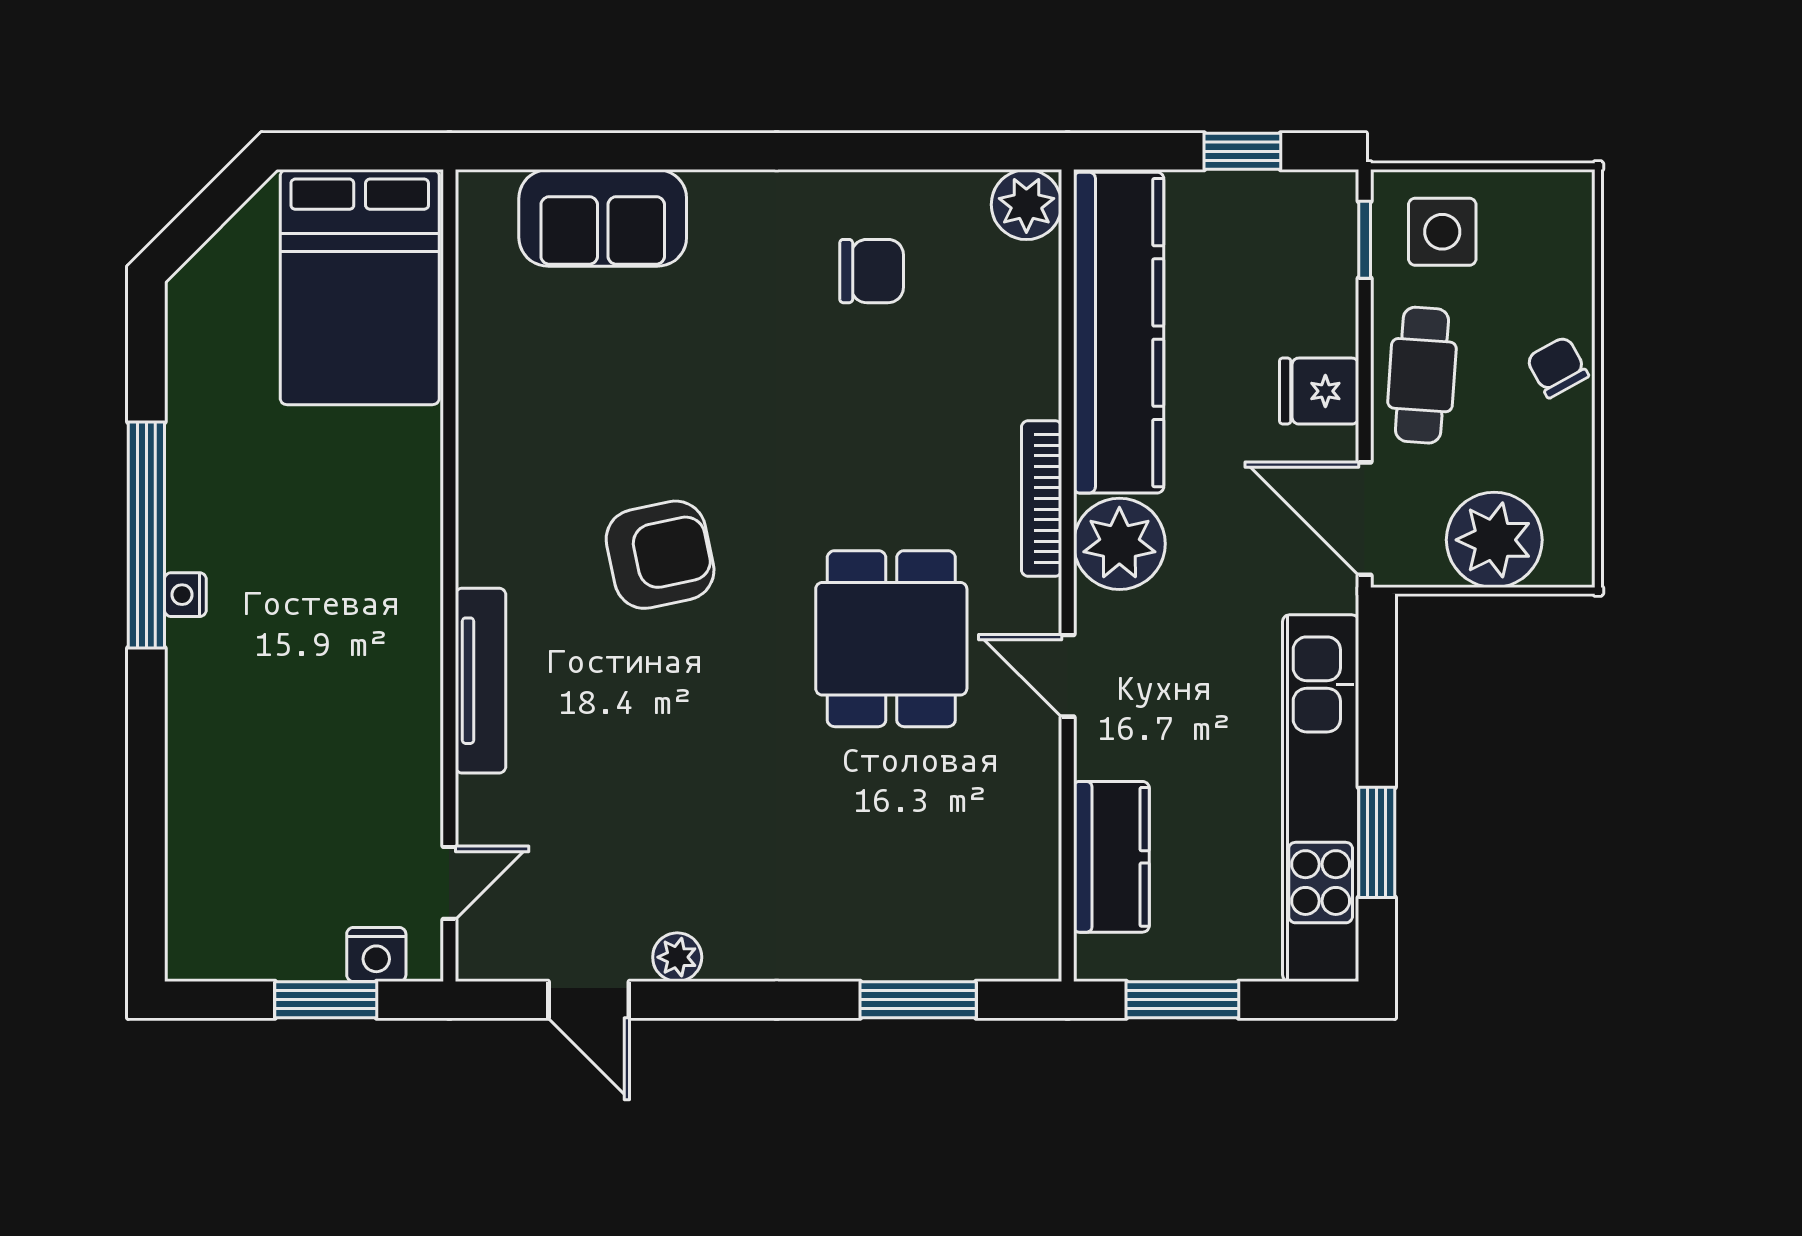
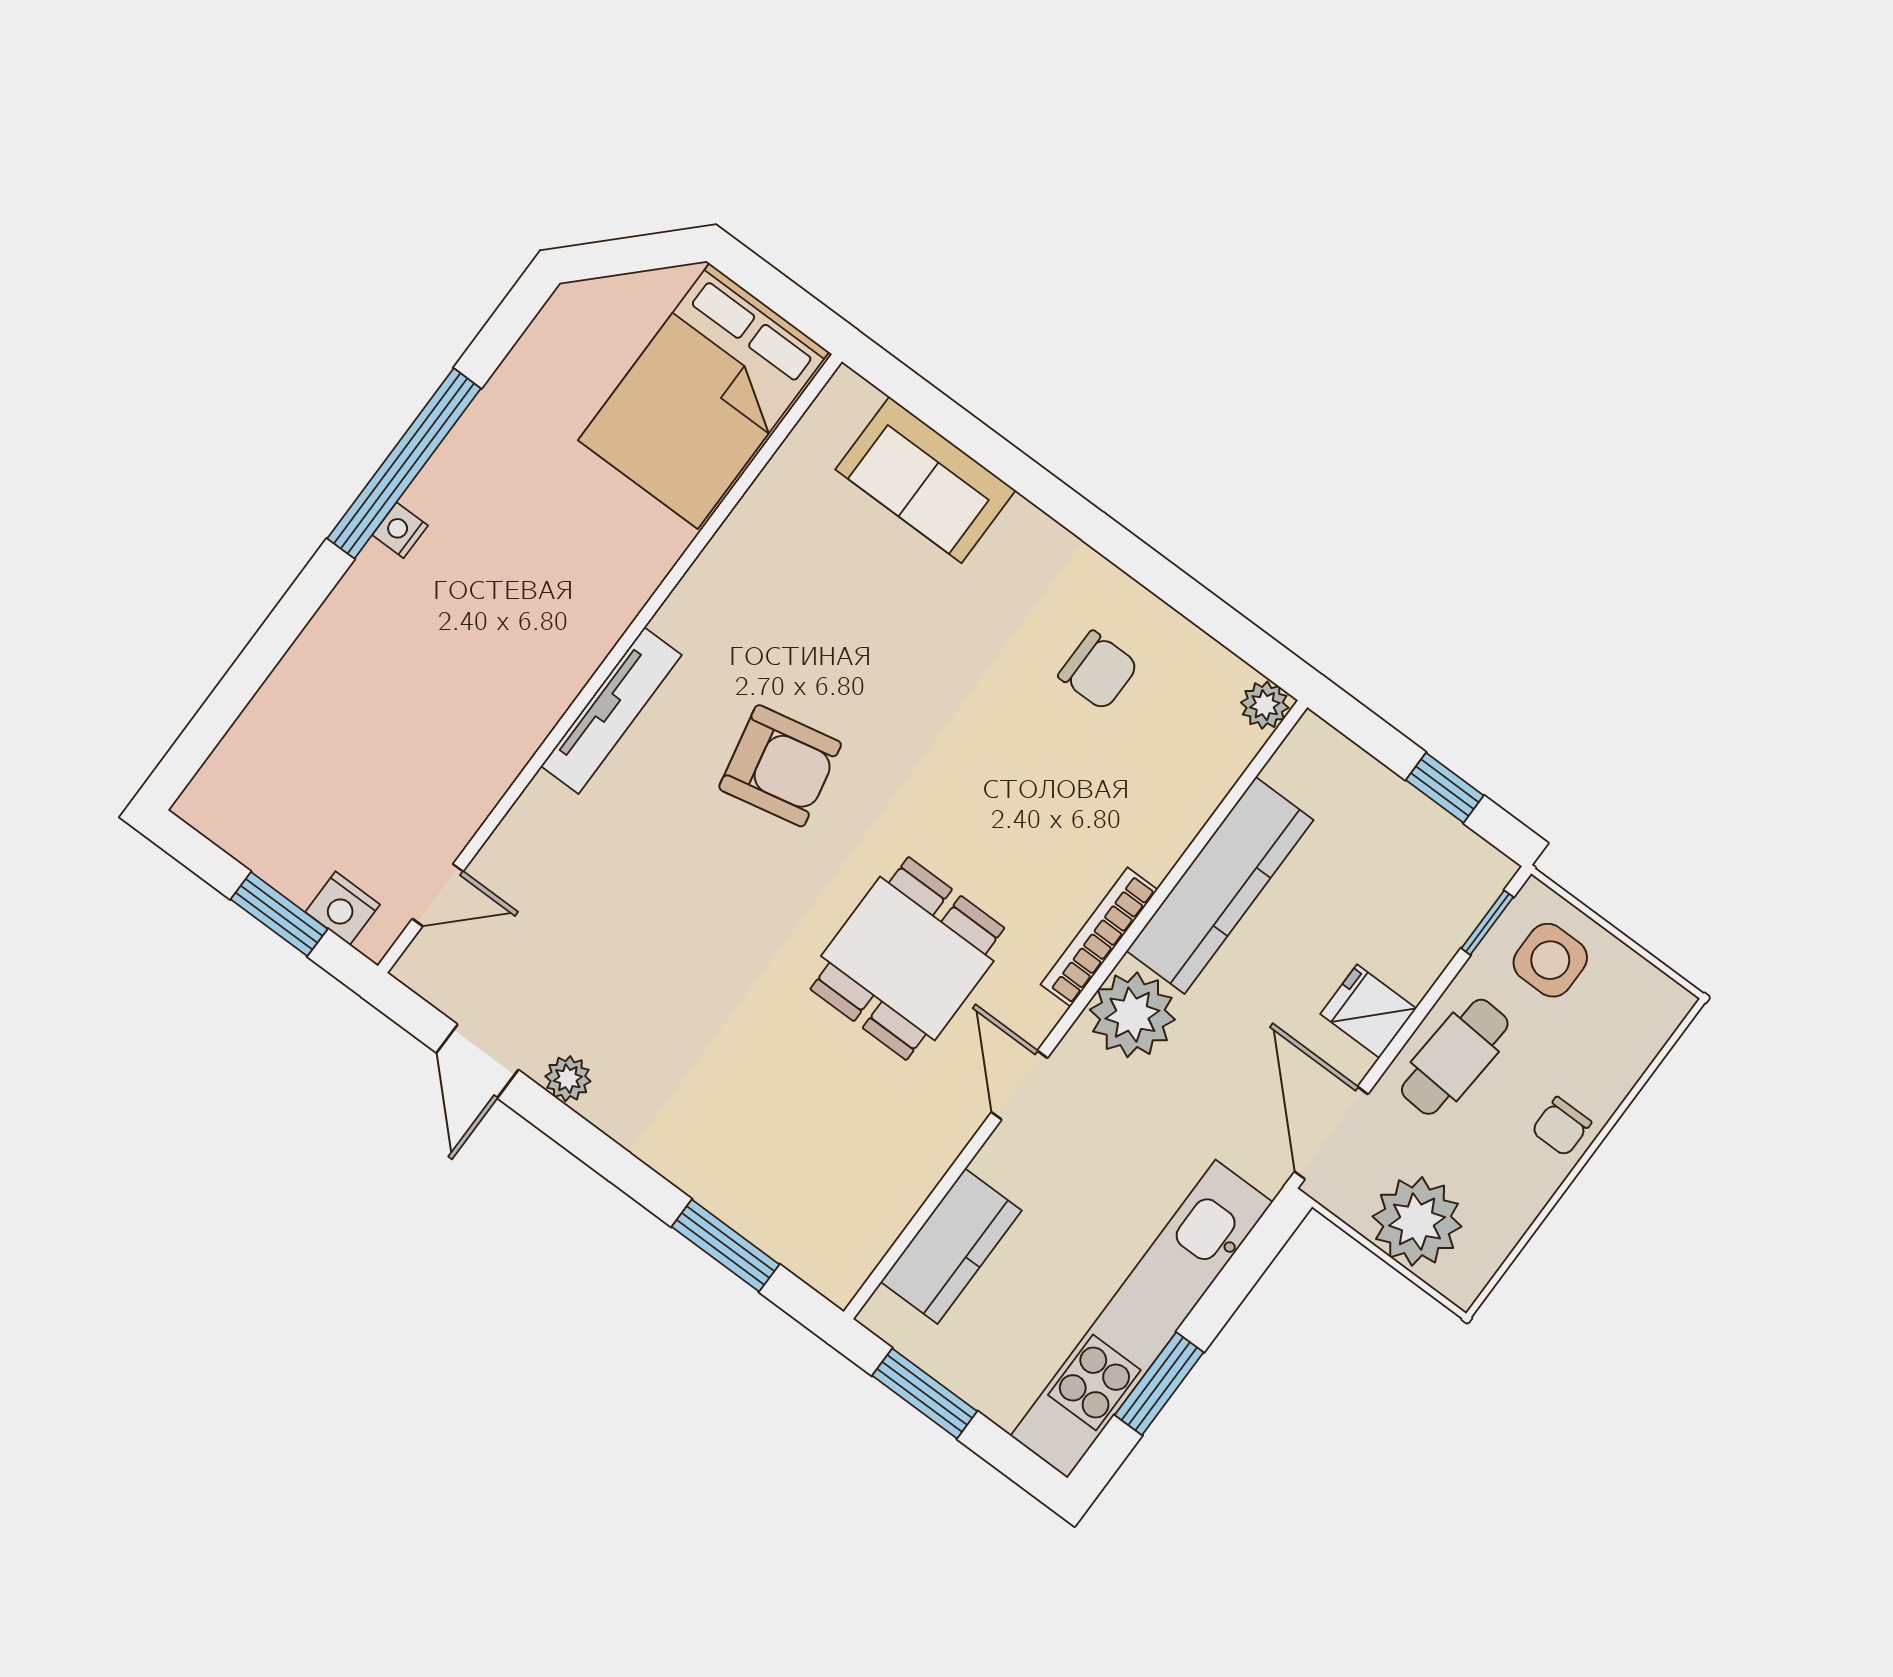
plant: (1026, 205) -> (1265, 705), width x0.73, depth x0.73
kitchen counter: (1119, 333) -> (1220, 885), width x0.72, depth x0.86
chair: (1557, 367) -> (1561, 1127), turned -151
tv unit: (481, 681) -> (611, 710), moved

